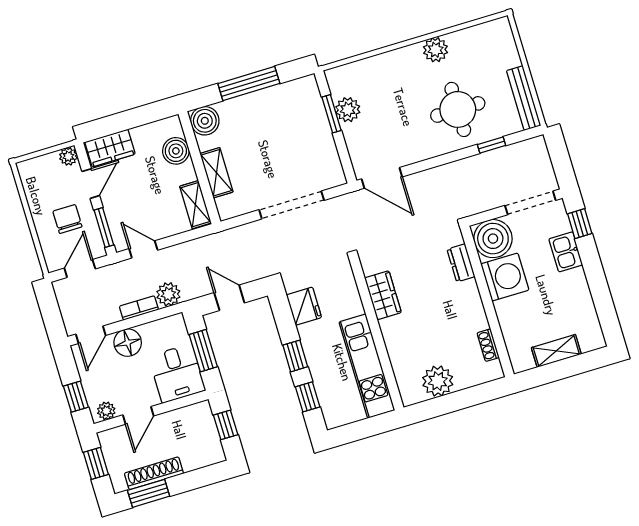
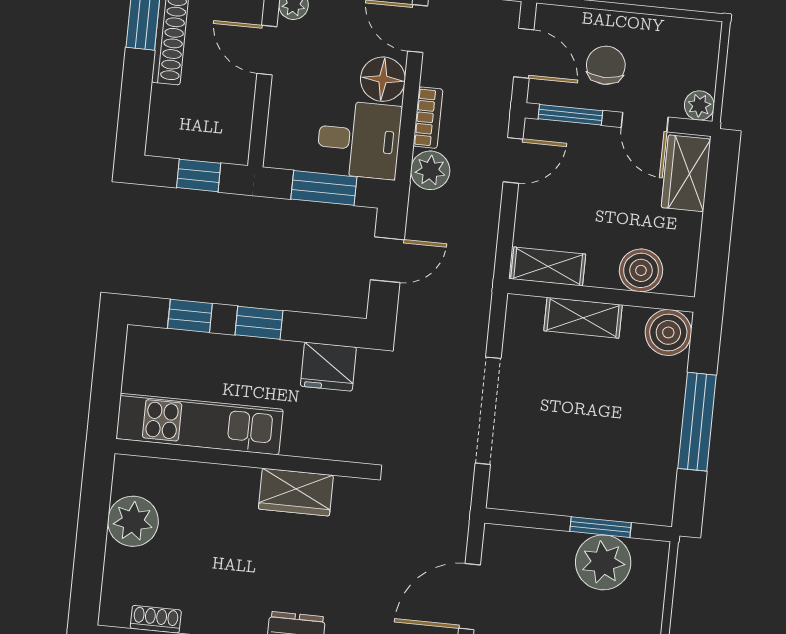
plant: (348, 110) -> (603, 562), width x1.36, depth x1.36
door: (382, 178) -> (470, 597), moved
chair: (67, 219) -> (606, 65), turned -90
desk: (177, 373) -> (359, 140), moved, turned 180

